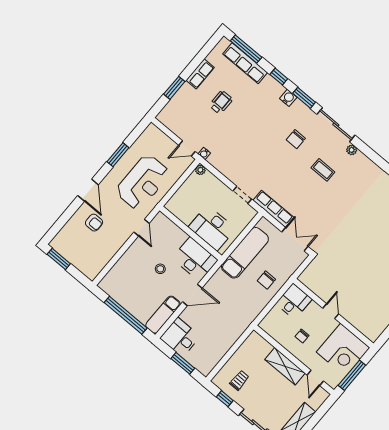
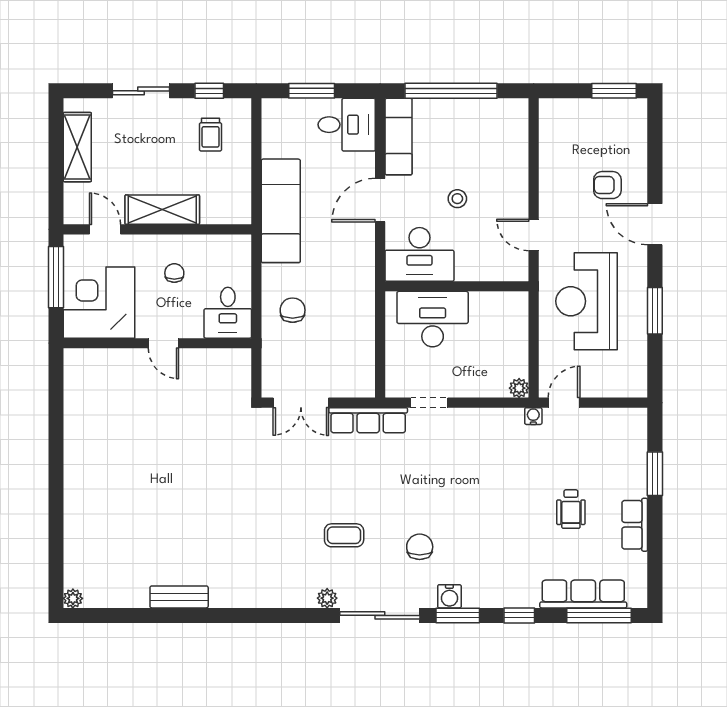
water cooler: (288, 98) -> (449, 596), moved
exam couch: (245, 253) -> (281, 211), moved, turned 180

